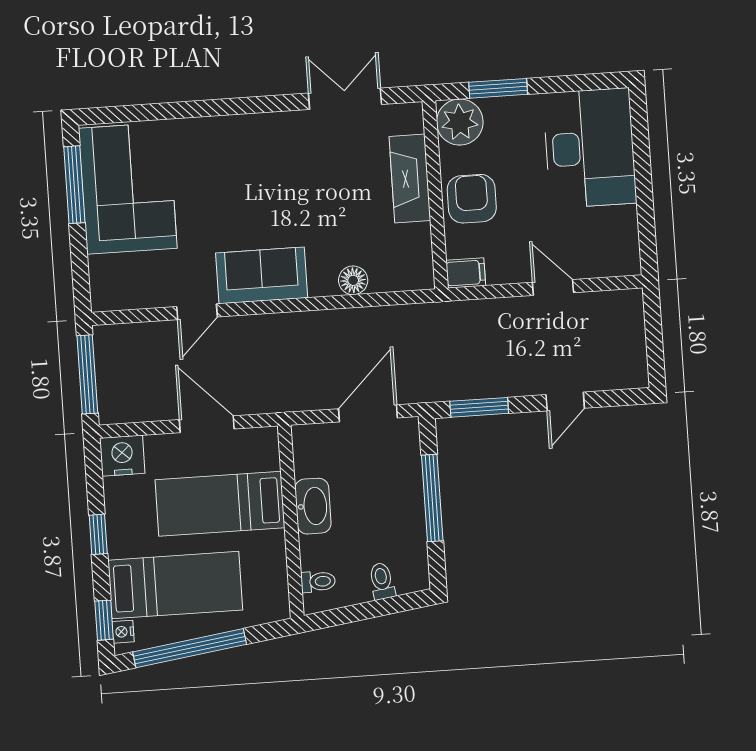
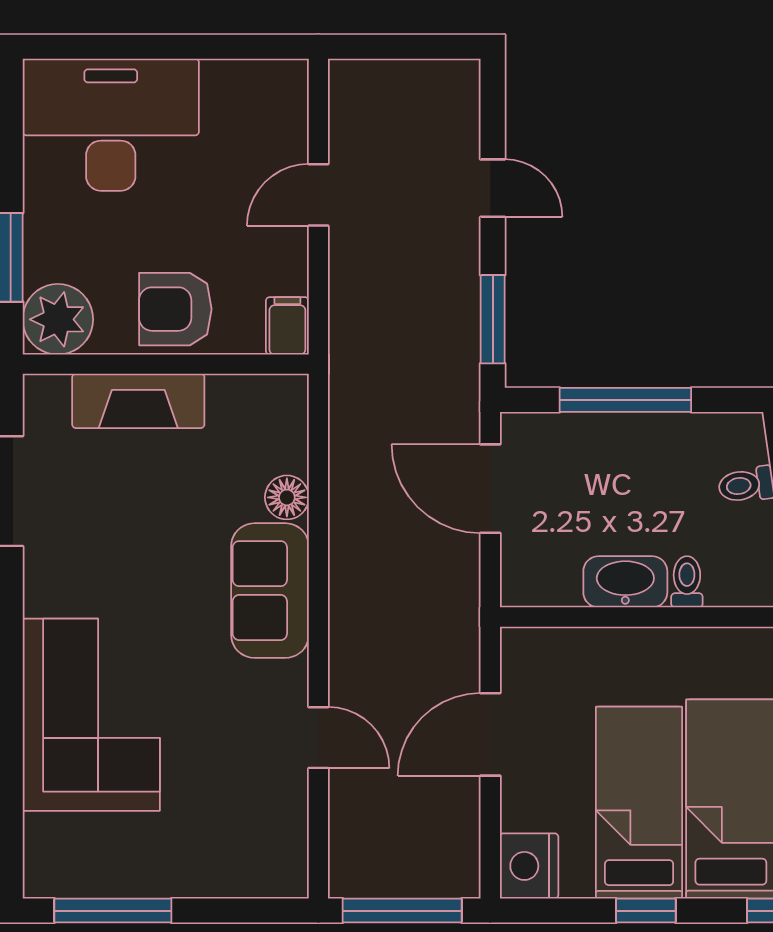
corner sofa: (128, 188) -> (91, 715), moved, turned 90
sofa: (262, 275) -> (270, 591), moved
bed: (220, 504) -> (639, 803), moved, turned 180
toilet: (318, 582) -> (687, 582), moved

